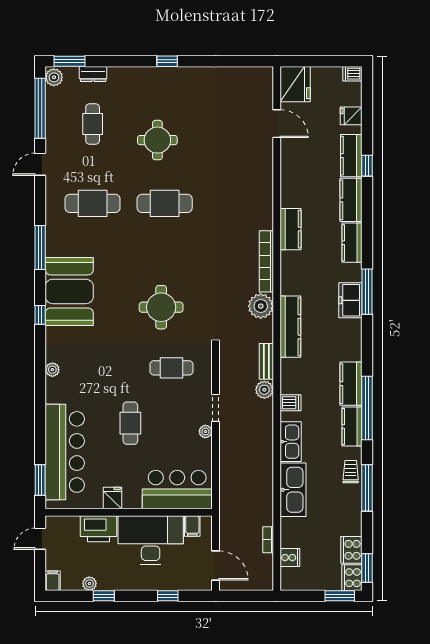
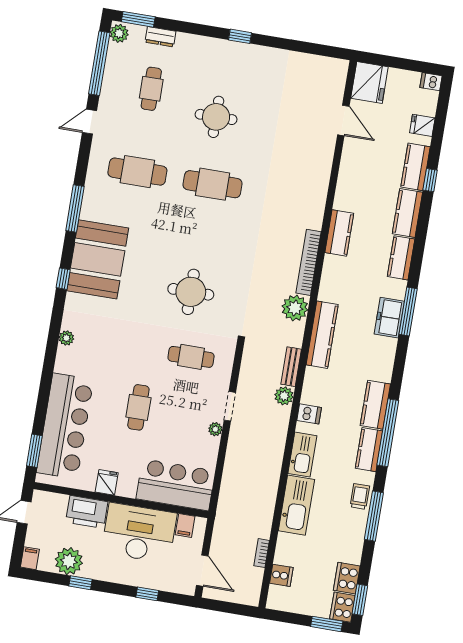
plant: (89, 584) -> (69, 561), width x1.87, depth x1.87

